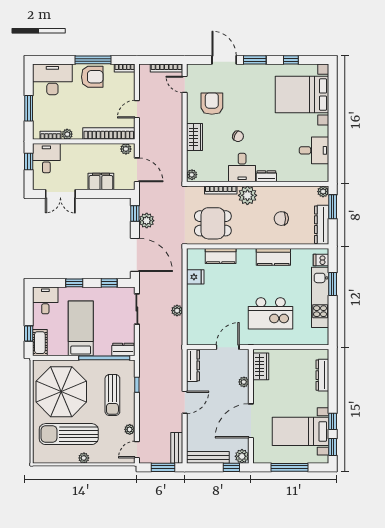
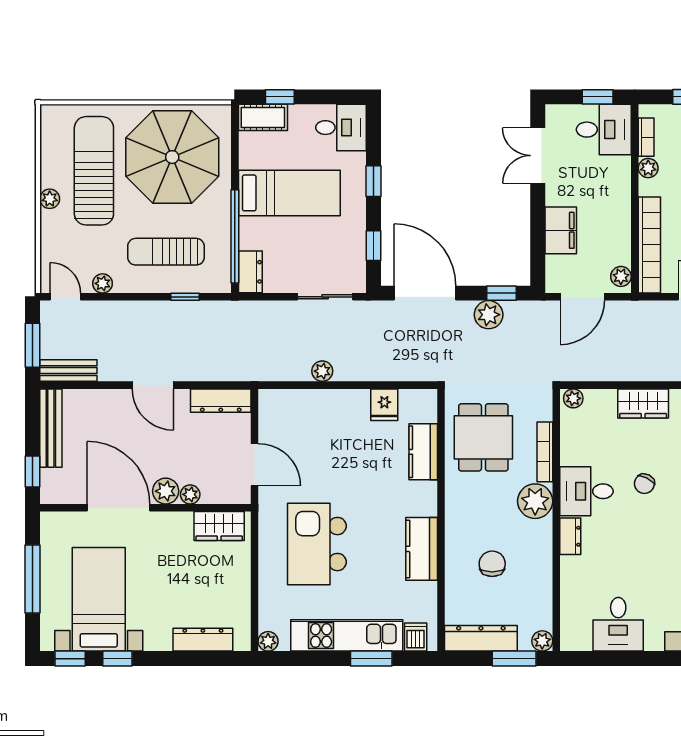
door: (135, 255) -> (425, 293), swing flipped
plant: (323, 340) -> (268, 641), added
plant: (242, 456) -> (166, 491), moved

